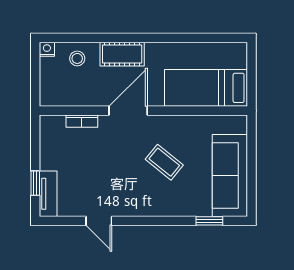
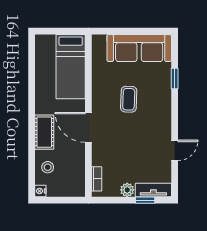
bookcase: (82, 121) -> (97, 179), moved
plant: (48, 160) -> (127, 190), added
coffee table: (164, 162) -> (129, 99), turned -37
window: (209, 221) -> (175, 79), moved

